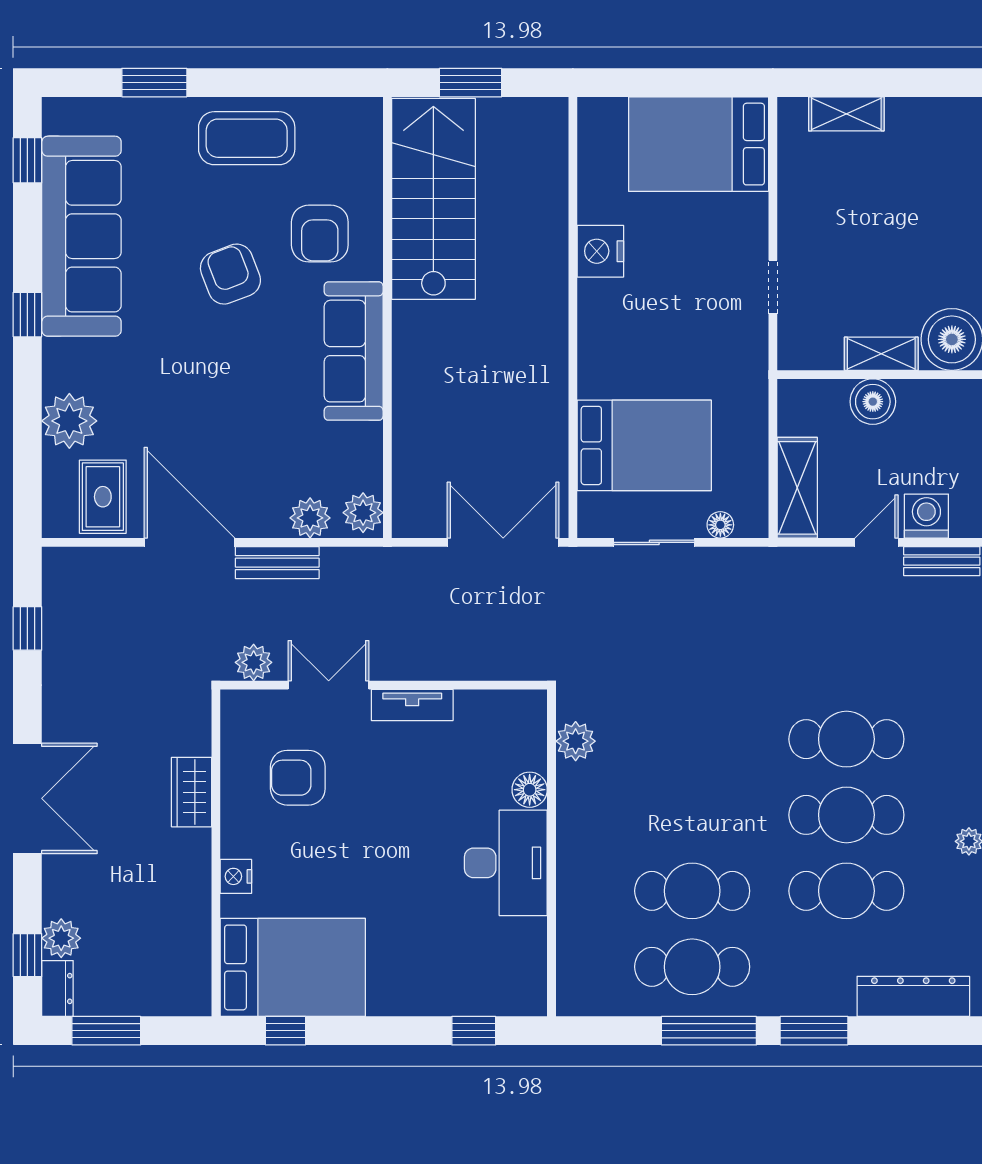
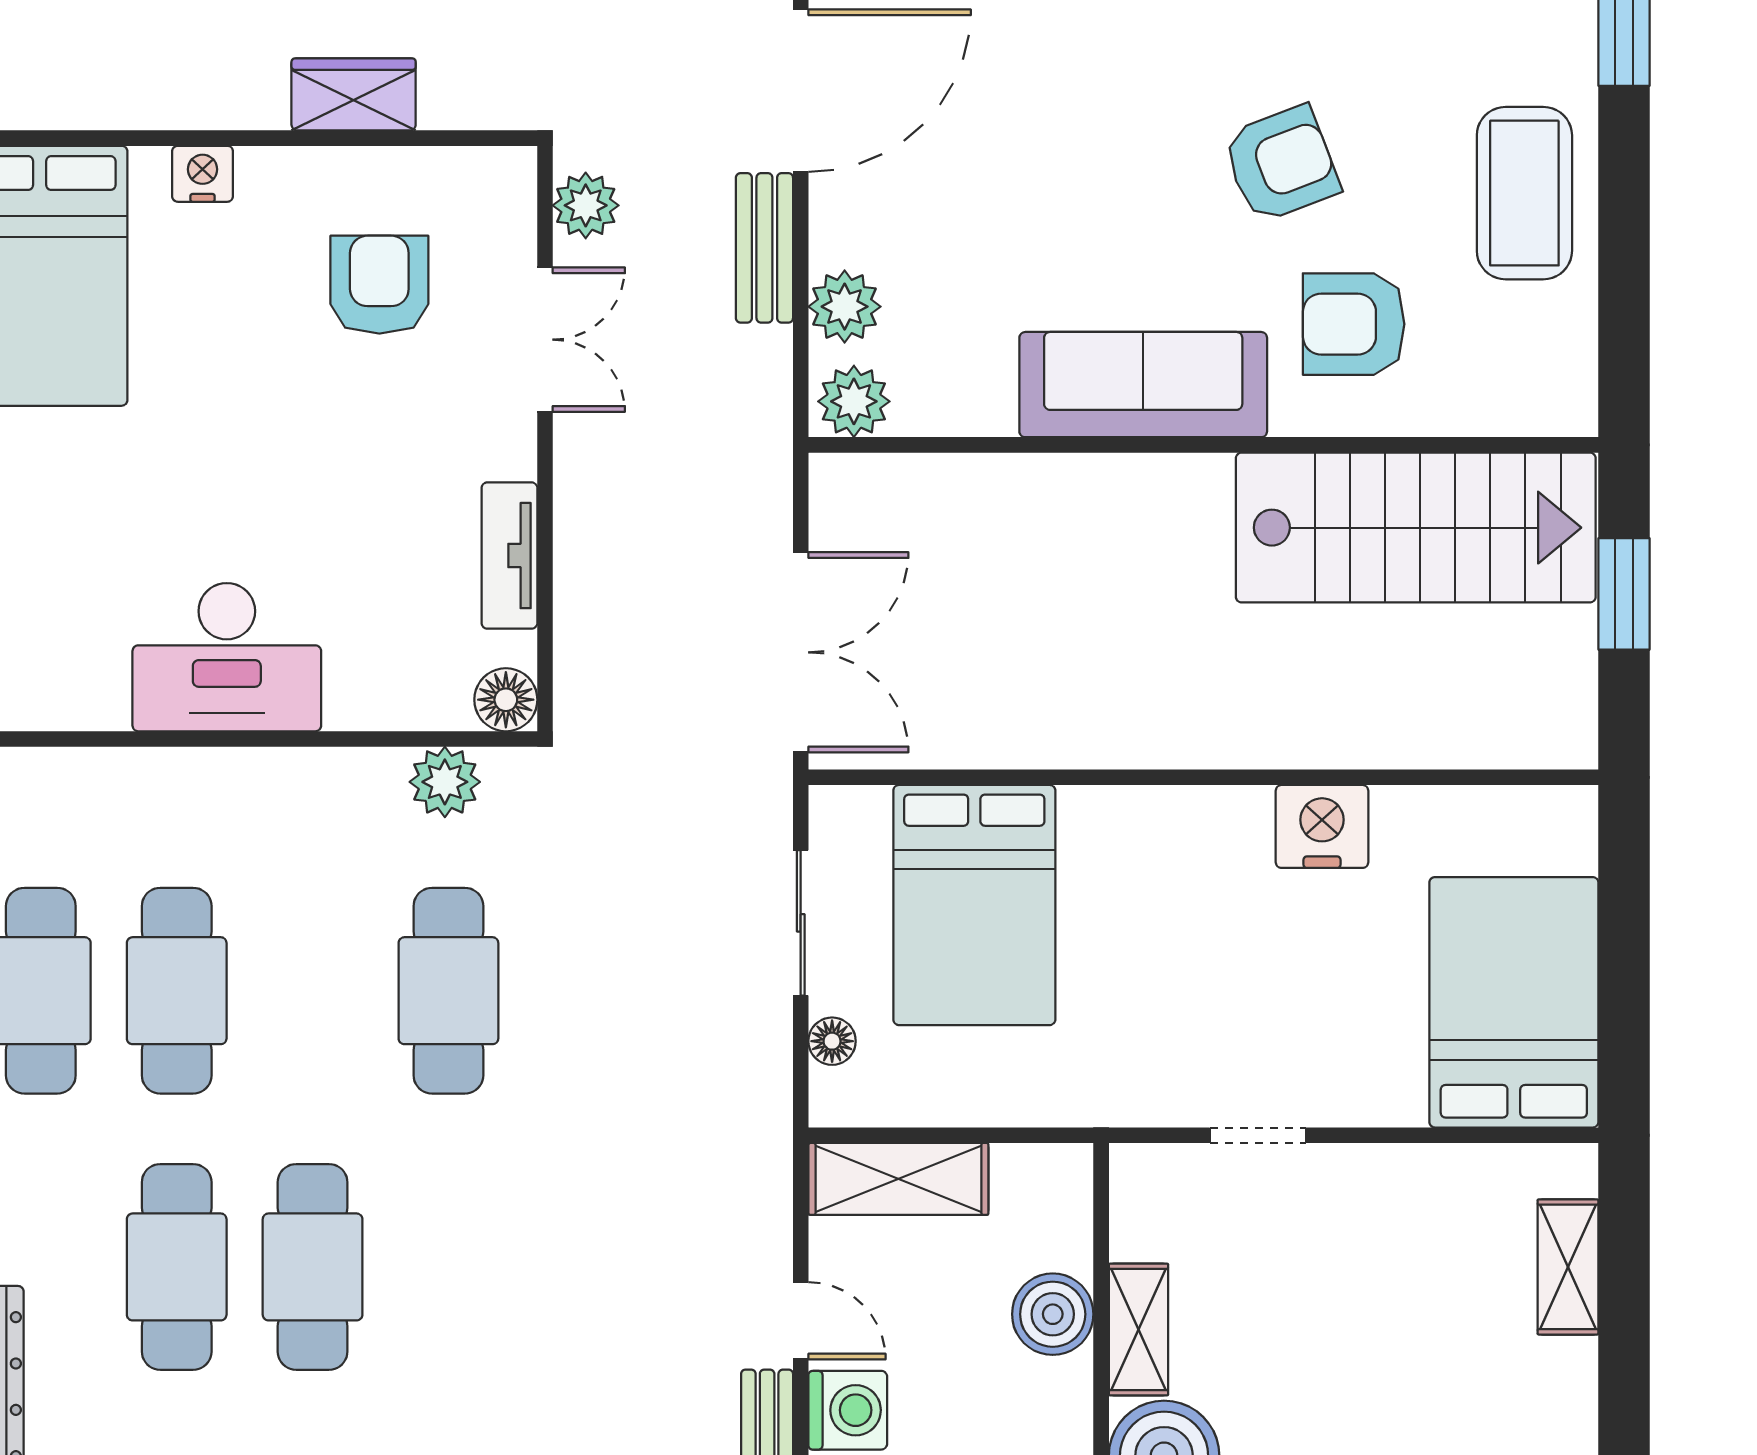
tv unit: (412, 705) -> (509, 556), moved
cafe table: (846, 739) -> (448, 991), moved
floor lamp: (530, 790) -> (506, 700), moved

